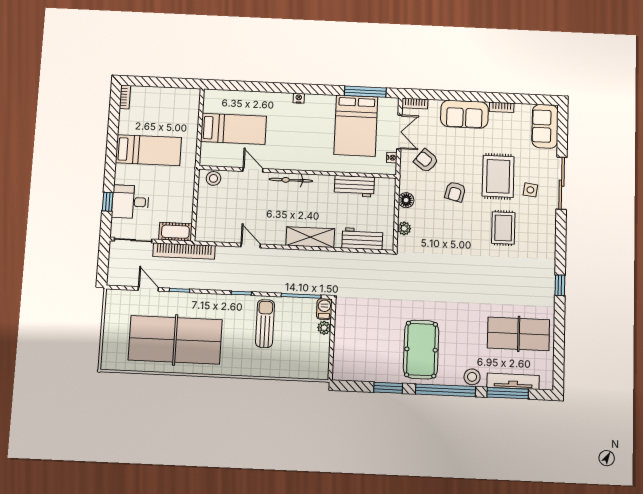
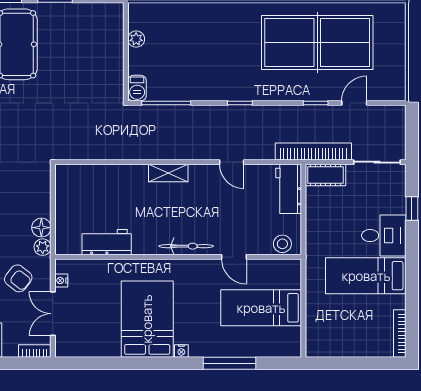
window: (365, 92) -> (230, 363), moved
bookcase: (125, 97) -> (400, 333), width x1.56
bed: (356, 126) -> (147, 319), moved
desk: (130, 202) -> (384, 236), moved
plant: (404, 228) -> (43, 247), moved
shelving: (310, 237) -> (168, 173), width x0.67, depth x0.75
workbench: (362, 239) -> (289, 189), moved, turned 90
door: (148, 289) -> (354, 103), swing flipped
sun lounger: (265, 324) -> (209, 67), removed
plant: (324, 328) -> (136, 39), moved

